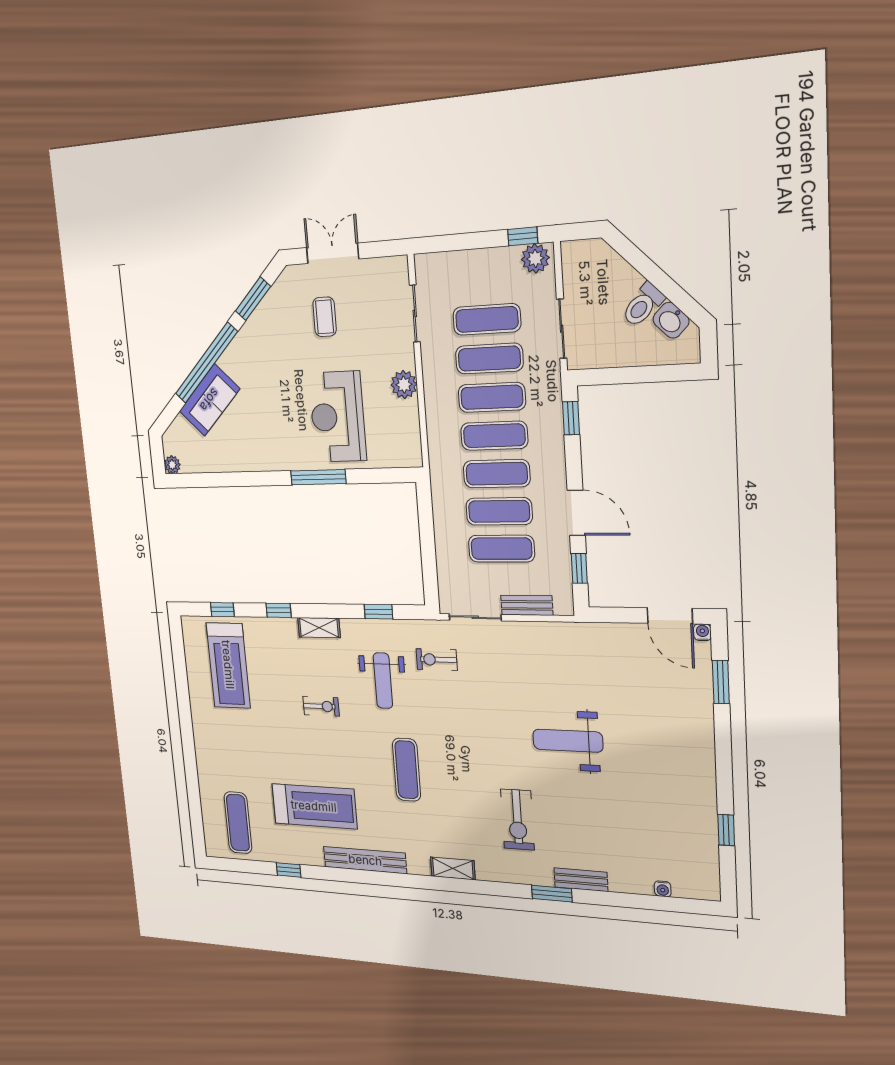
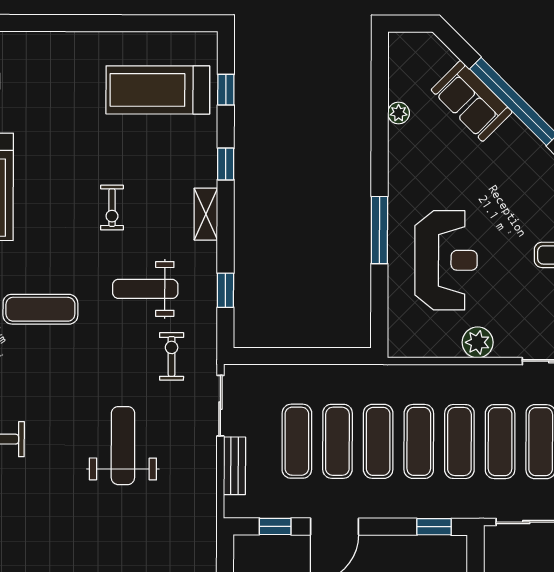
reception desk: (338, 417) -> (446, 260), turned 90
plant: (172, 465) -> (399, 113), moved
weight bench: (568, 741) -> (123, 446), moved

